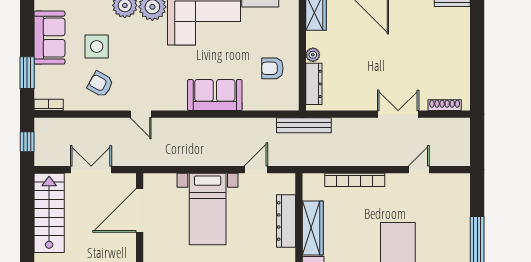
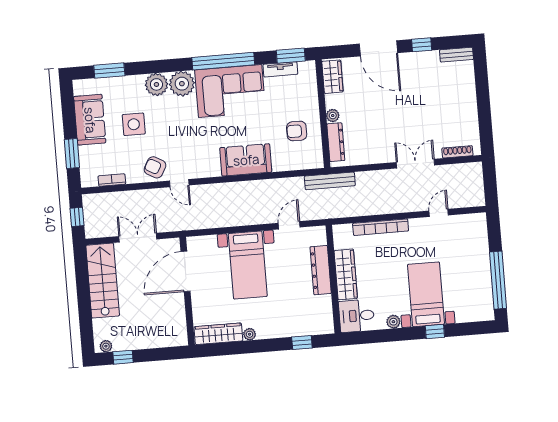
armchair: (100, 84) -> (155, 167), moved
bookcase: (49, 105) -> (112, 180), moved

